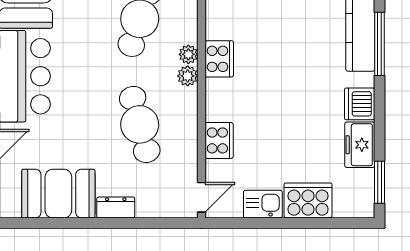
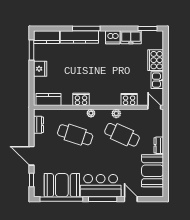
cooker: (219, 59) -> (81, 99), moved
plant: (188, 76) -> (116, 113), moved
cafe table: (140, 124) -> (122, 135), turned 39

